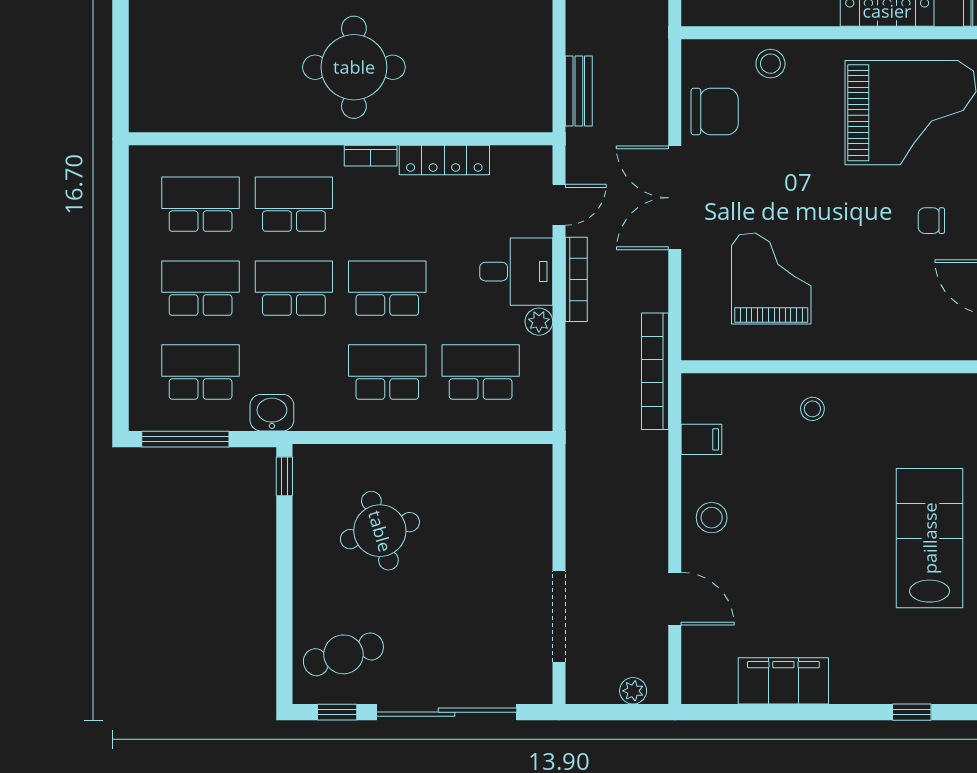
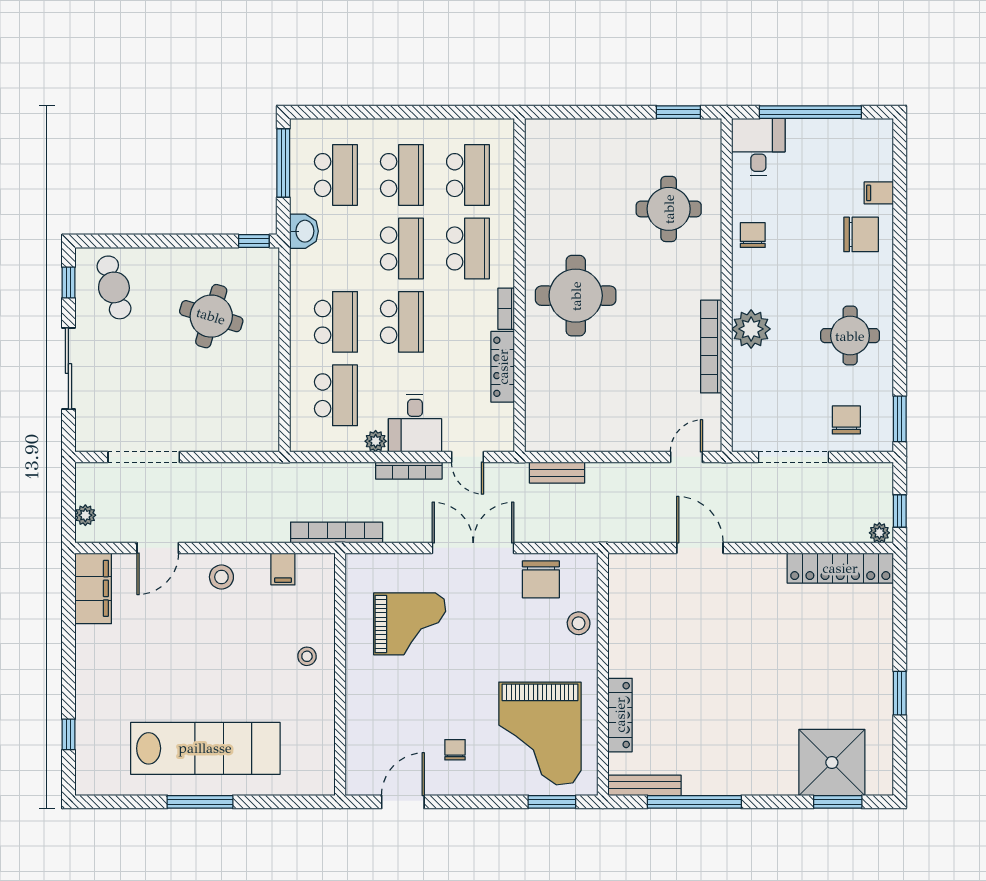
round table: (380, 531) -> (211, 316), turned 33
lab bench: (930, 538) -> (205, 748), width x1.36
filing cabinet: (783, 681) -> (93, 588), moved
sliding door: (447, 712) -> (68, 368), width x0.73

